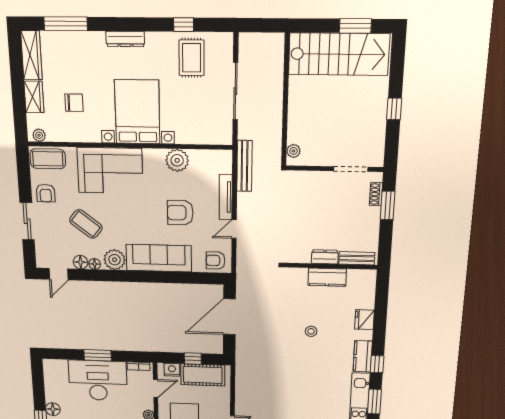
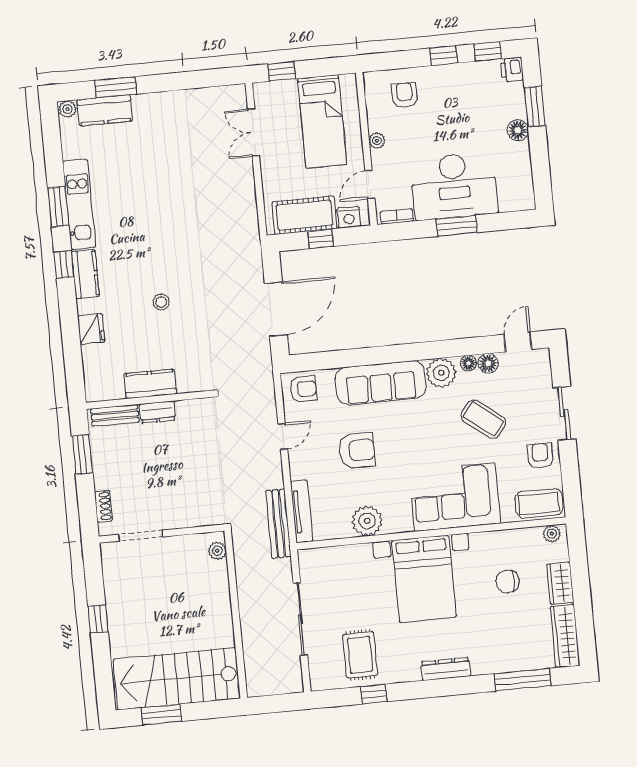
tv unit: (226, 197) -> (302, 512), moved
window: (388, 205) -> (82, 455), moved

